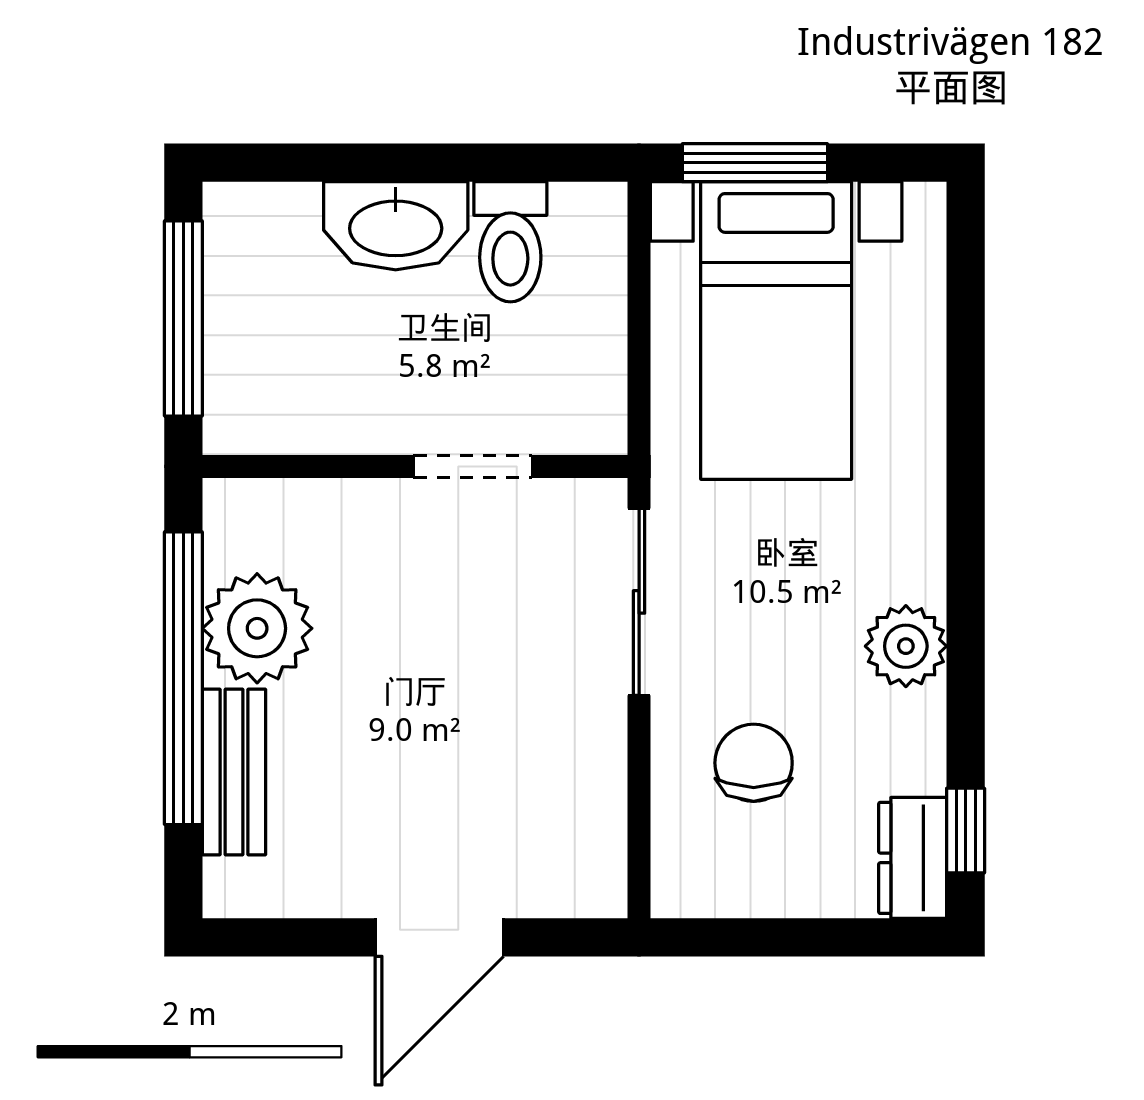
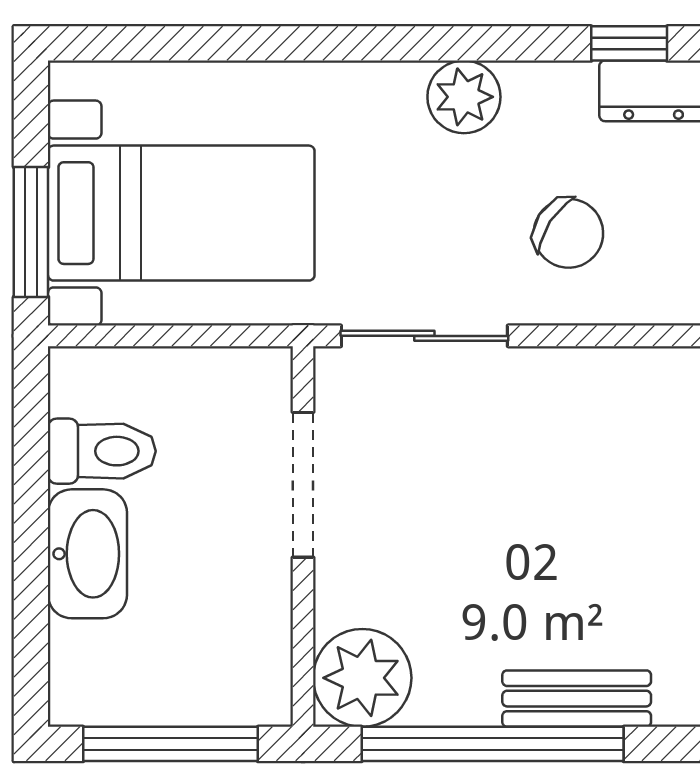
doorway: (473, 466) -> (303, 485), width x1.38
plant: (257, 628) -> (362, 678), moved
chair: (754, 763) -> (568, 233), turned -147

